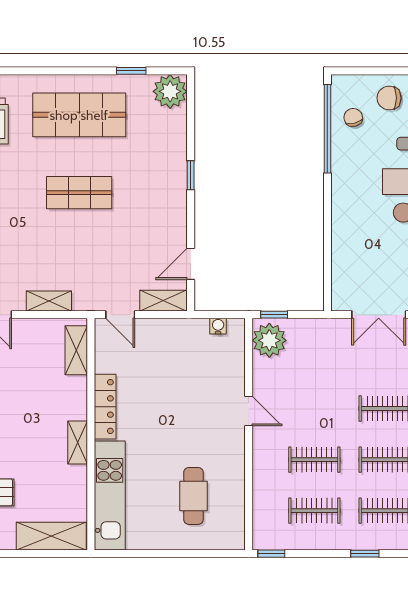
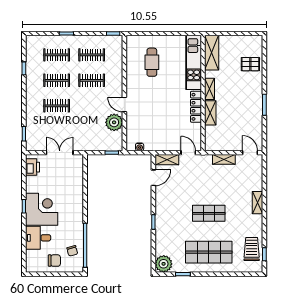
plant: (269, 340) -> (114, 122), moved
shelving: (76, 350) -> (210, 113), moved
shelving: (51, 536) -> (212, 53), moved, turned 90

